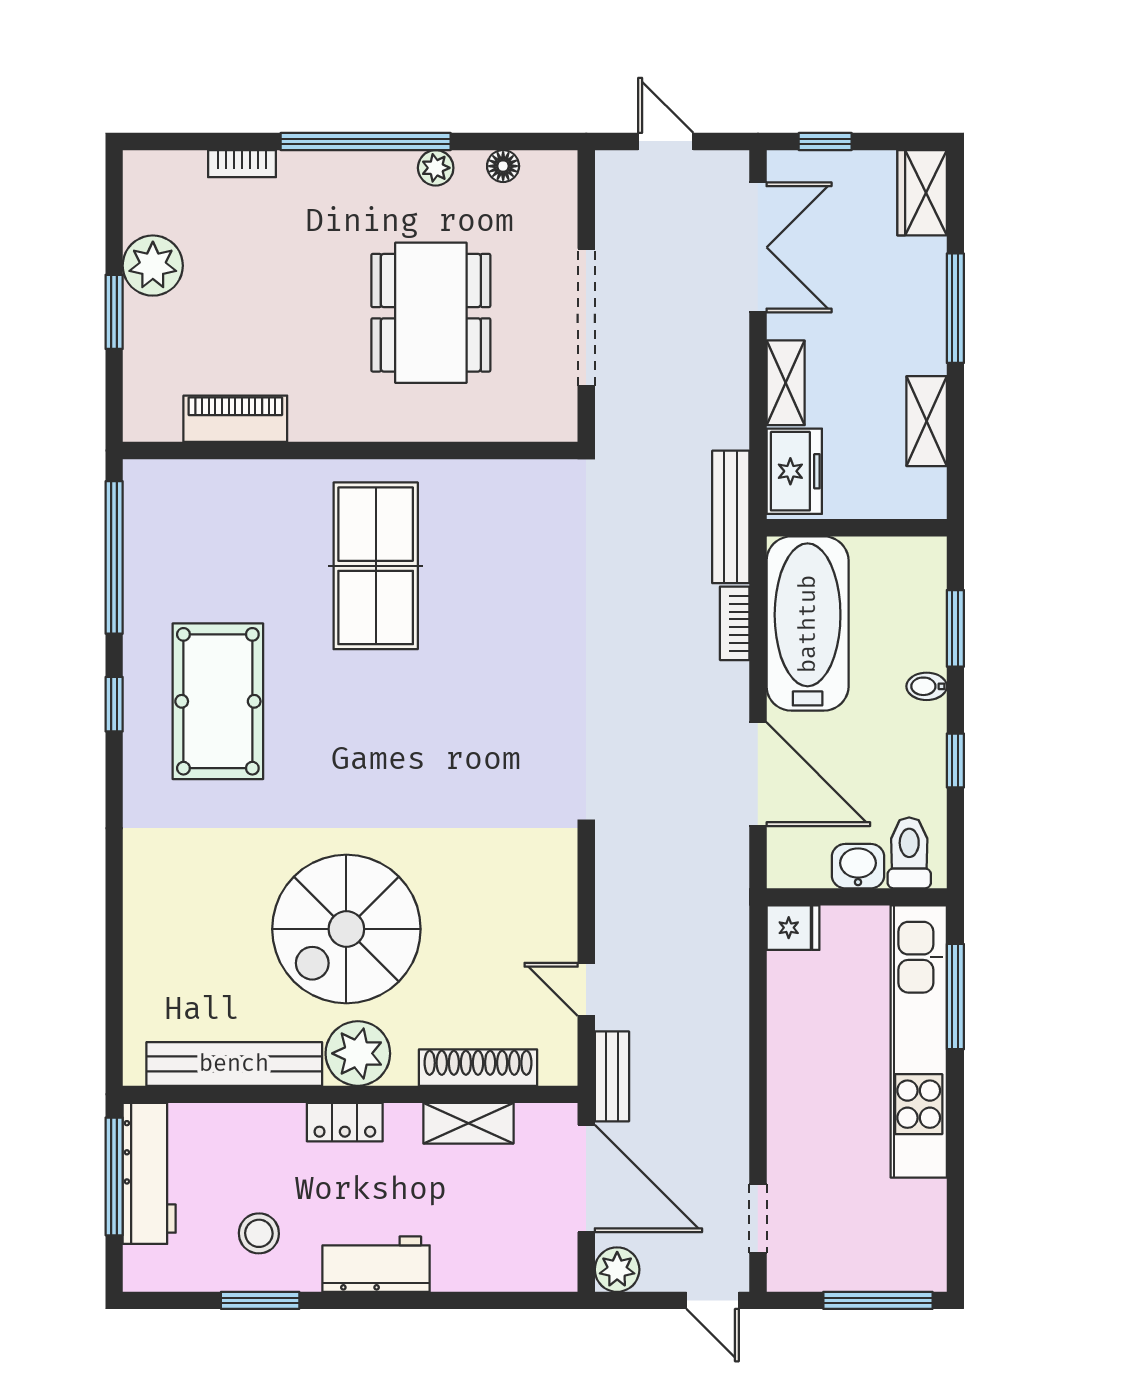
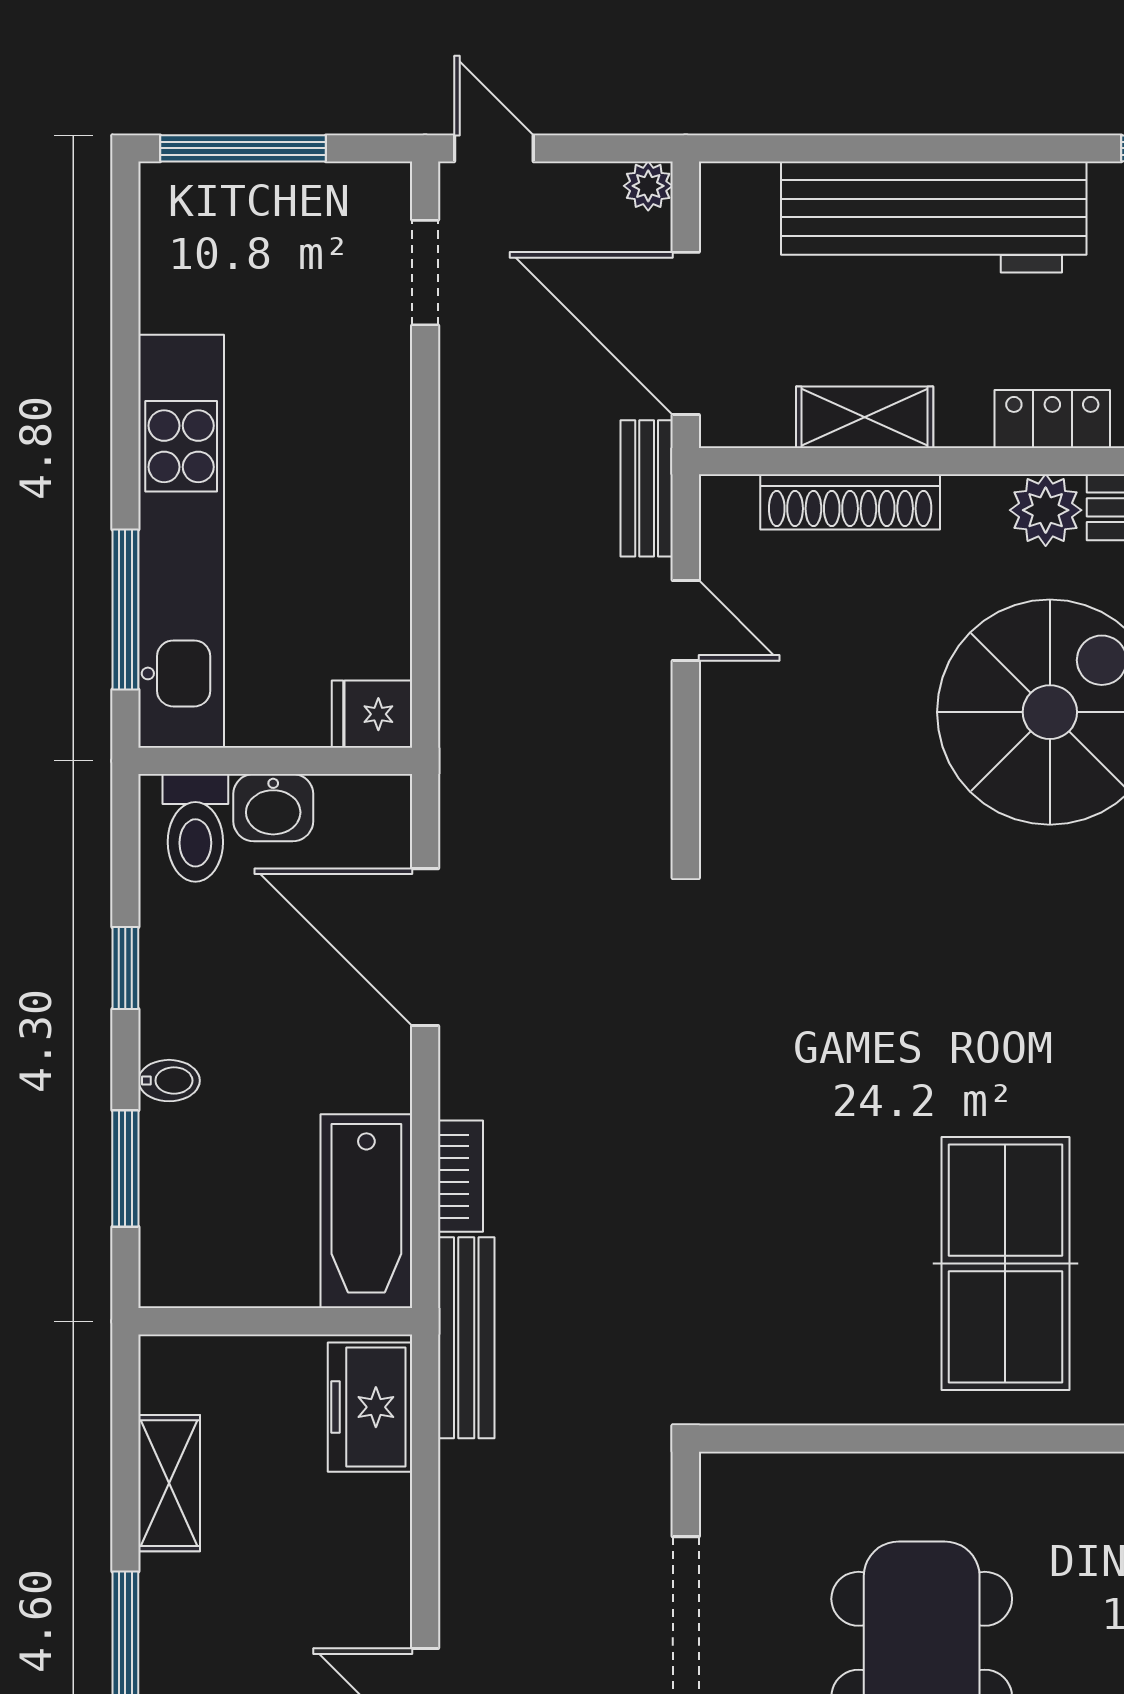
shelving: (786, 383) -> (383, 1541), removed
bathtub: (808, 624) -> (366, 1211), width x0.73, depth x0.73
plant: (358, 1053) -> (1046, 510), width x0.73, depth x0.73
workbench: (376, 1264) -> (934, 217), width x1.88, depth x1.32
plant: (617, 1270) -> (648, 186), width x0.73, depth x0.73

